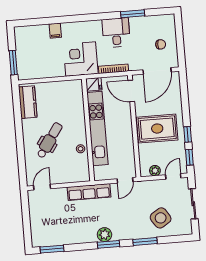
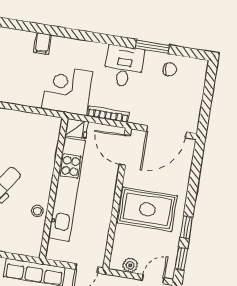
chair: (161, 44) -> (170, 69), moved

